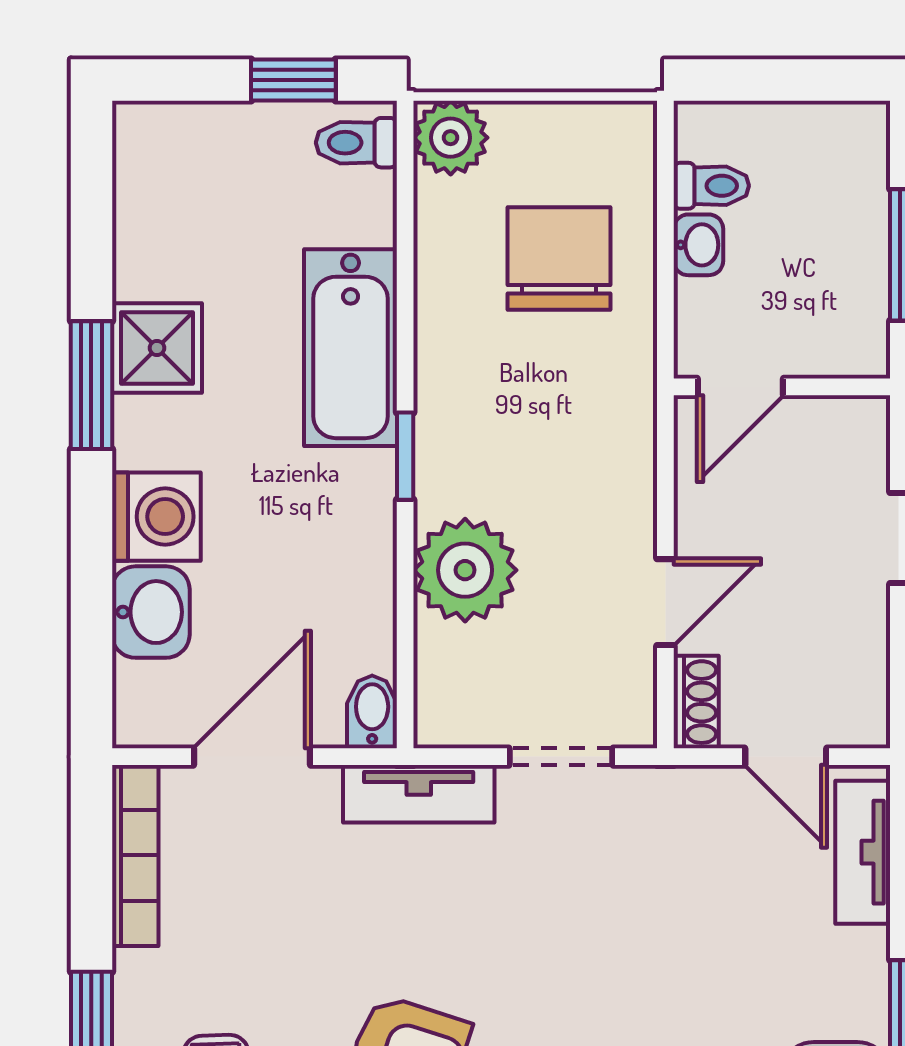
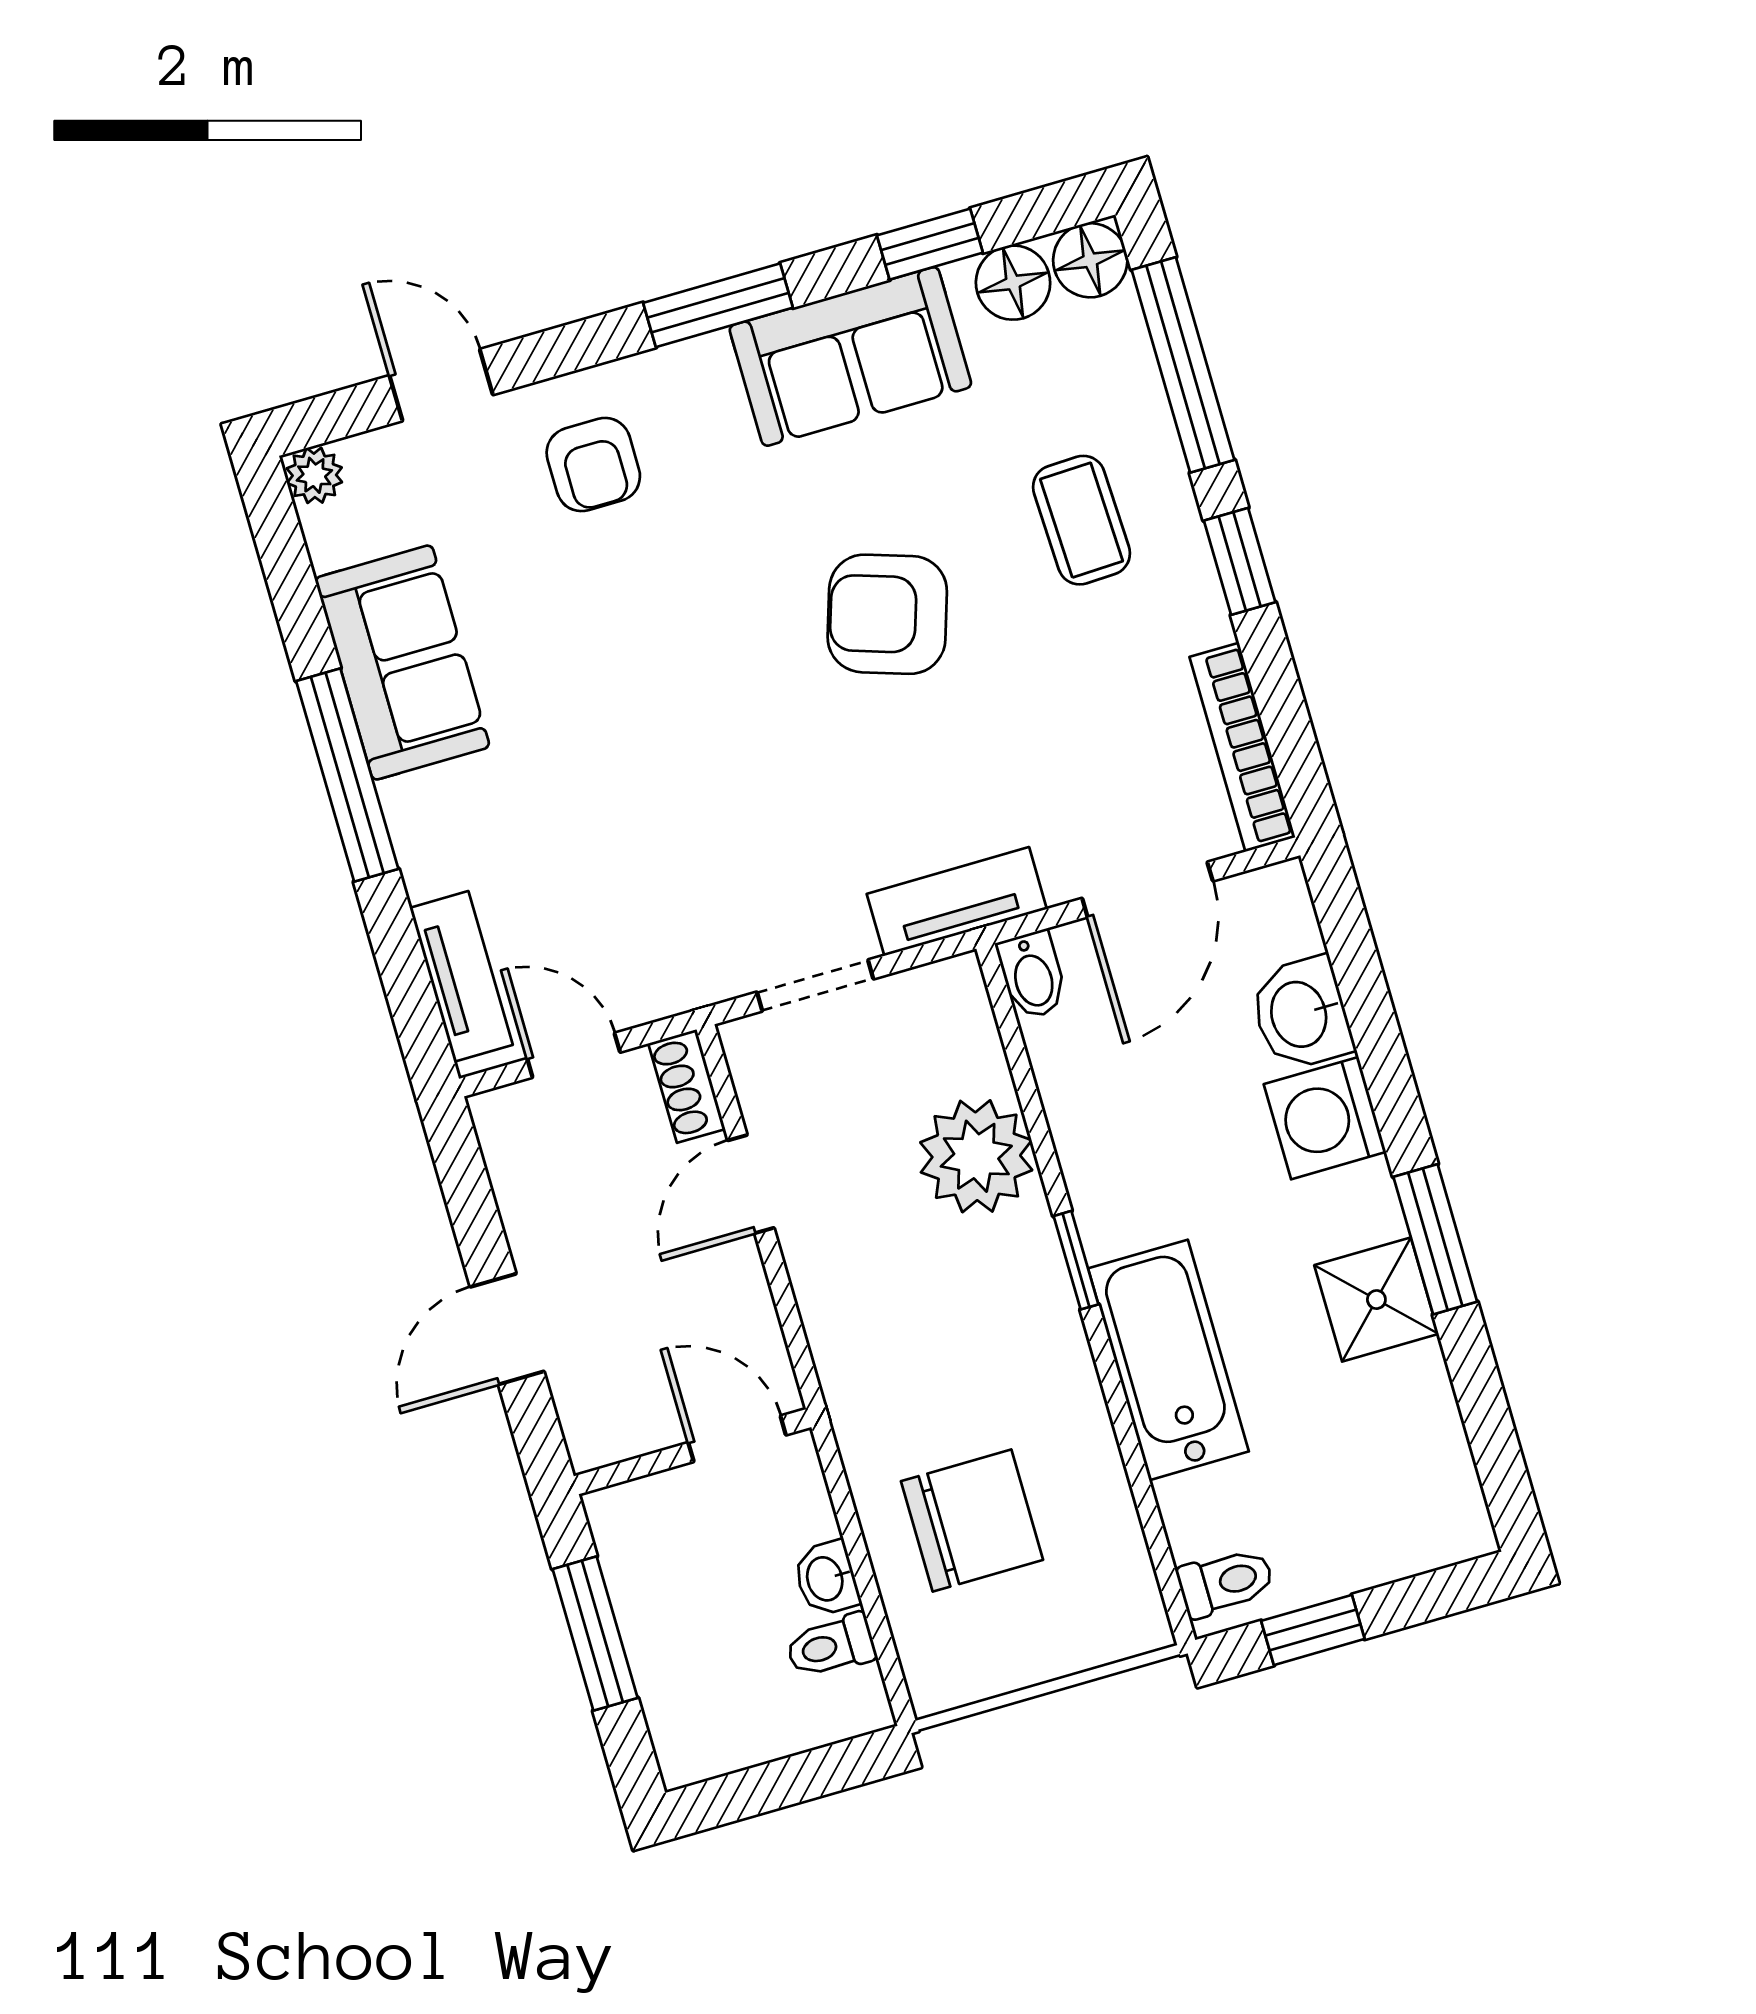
plant: (451, 138) -> (1126, 1617), removed
chair: (559, 258) -> (972, 1520), turned -90
door: (740, 387) -> (737, 1439), hinge flipped

